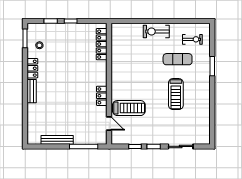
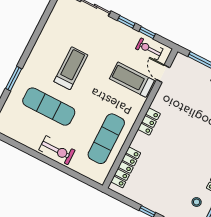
exercise bike: (192, 39) -> (149, 49), moved
exercise mat: (126, 57) -> (106, 139), added
exercise mat: (178, 59) -> (49, 107), width x1.36, depth x1.45
locker: (102, 96) -> (149, 122), moved

